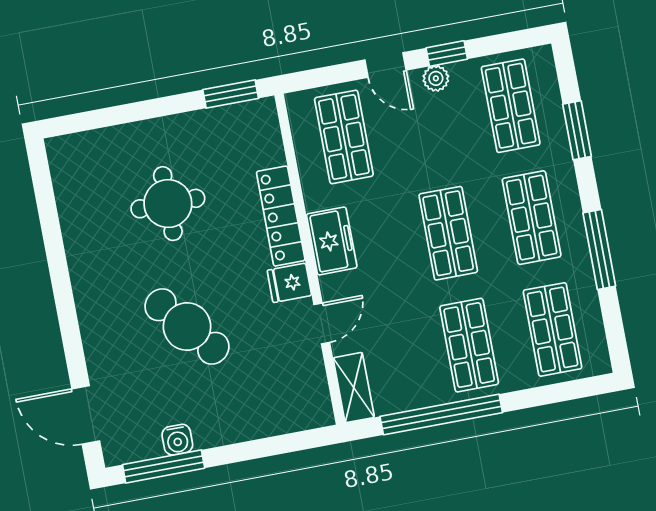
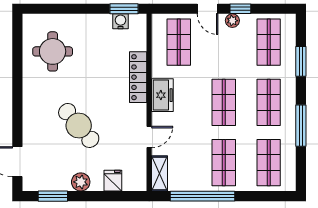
round table: (168, 204) -> (53, 51), moved
fridge: (289, 283) -> (113, 181), moved, turned 90
plant: (210, 431) -> (81, 182), added
water cooler: (177, 440) -> (121, 21), moved, turned 180
window: (164, 466) -> (53, 196), width x0.69

